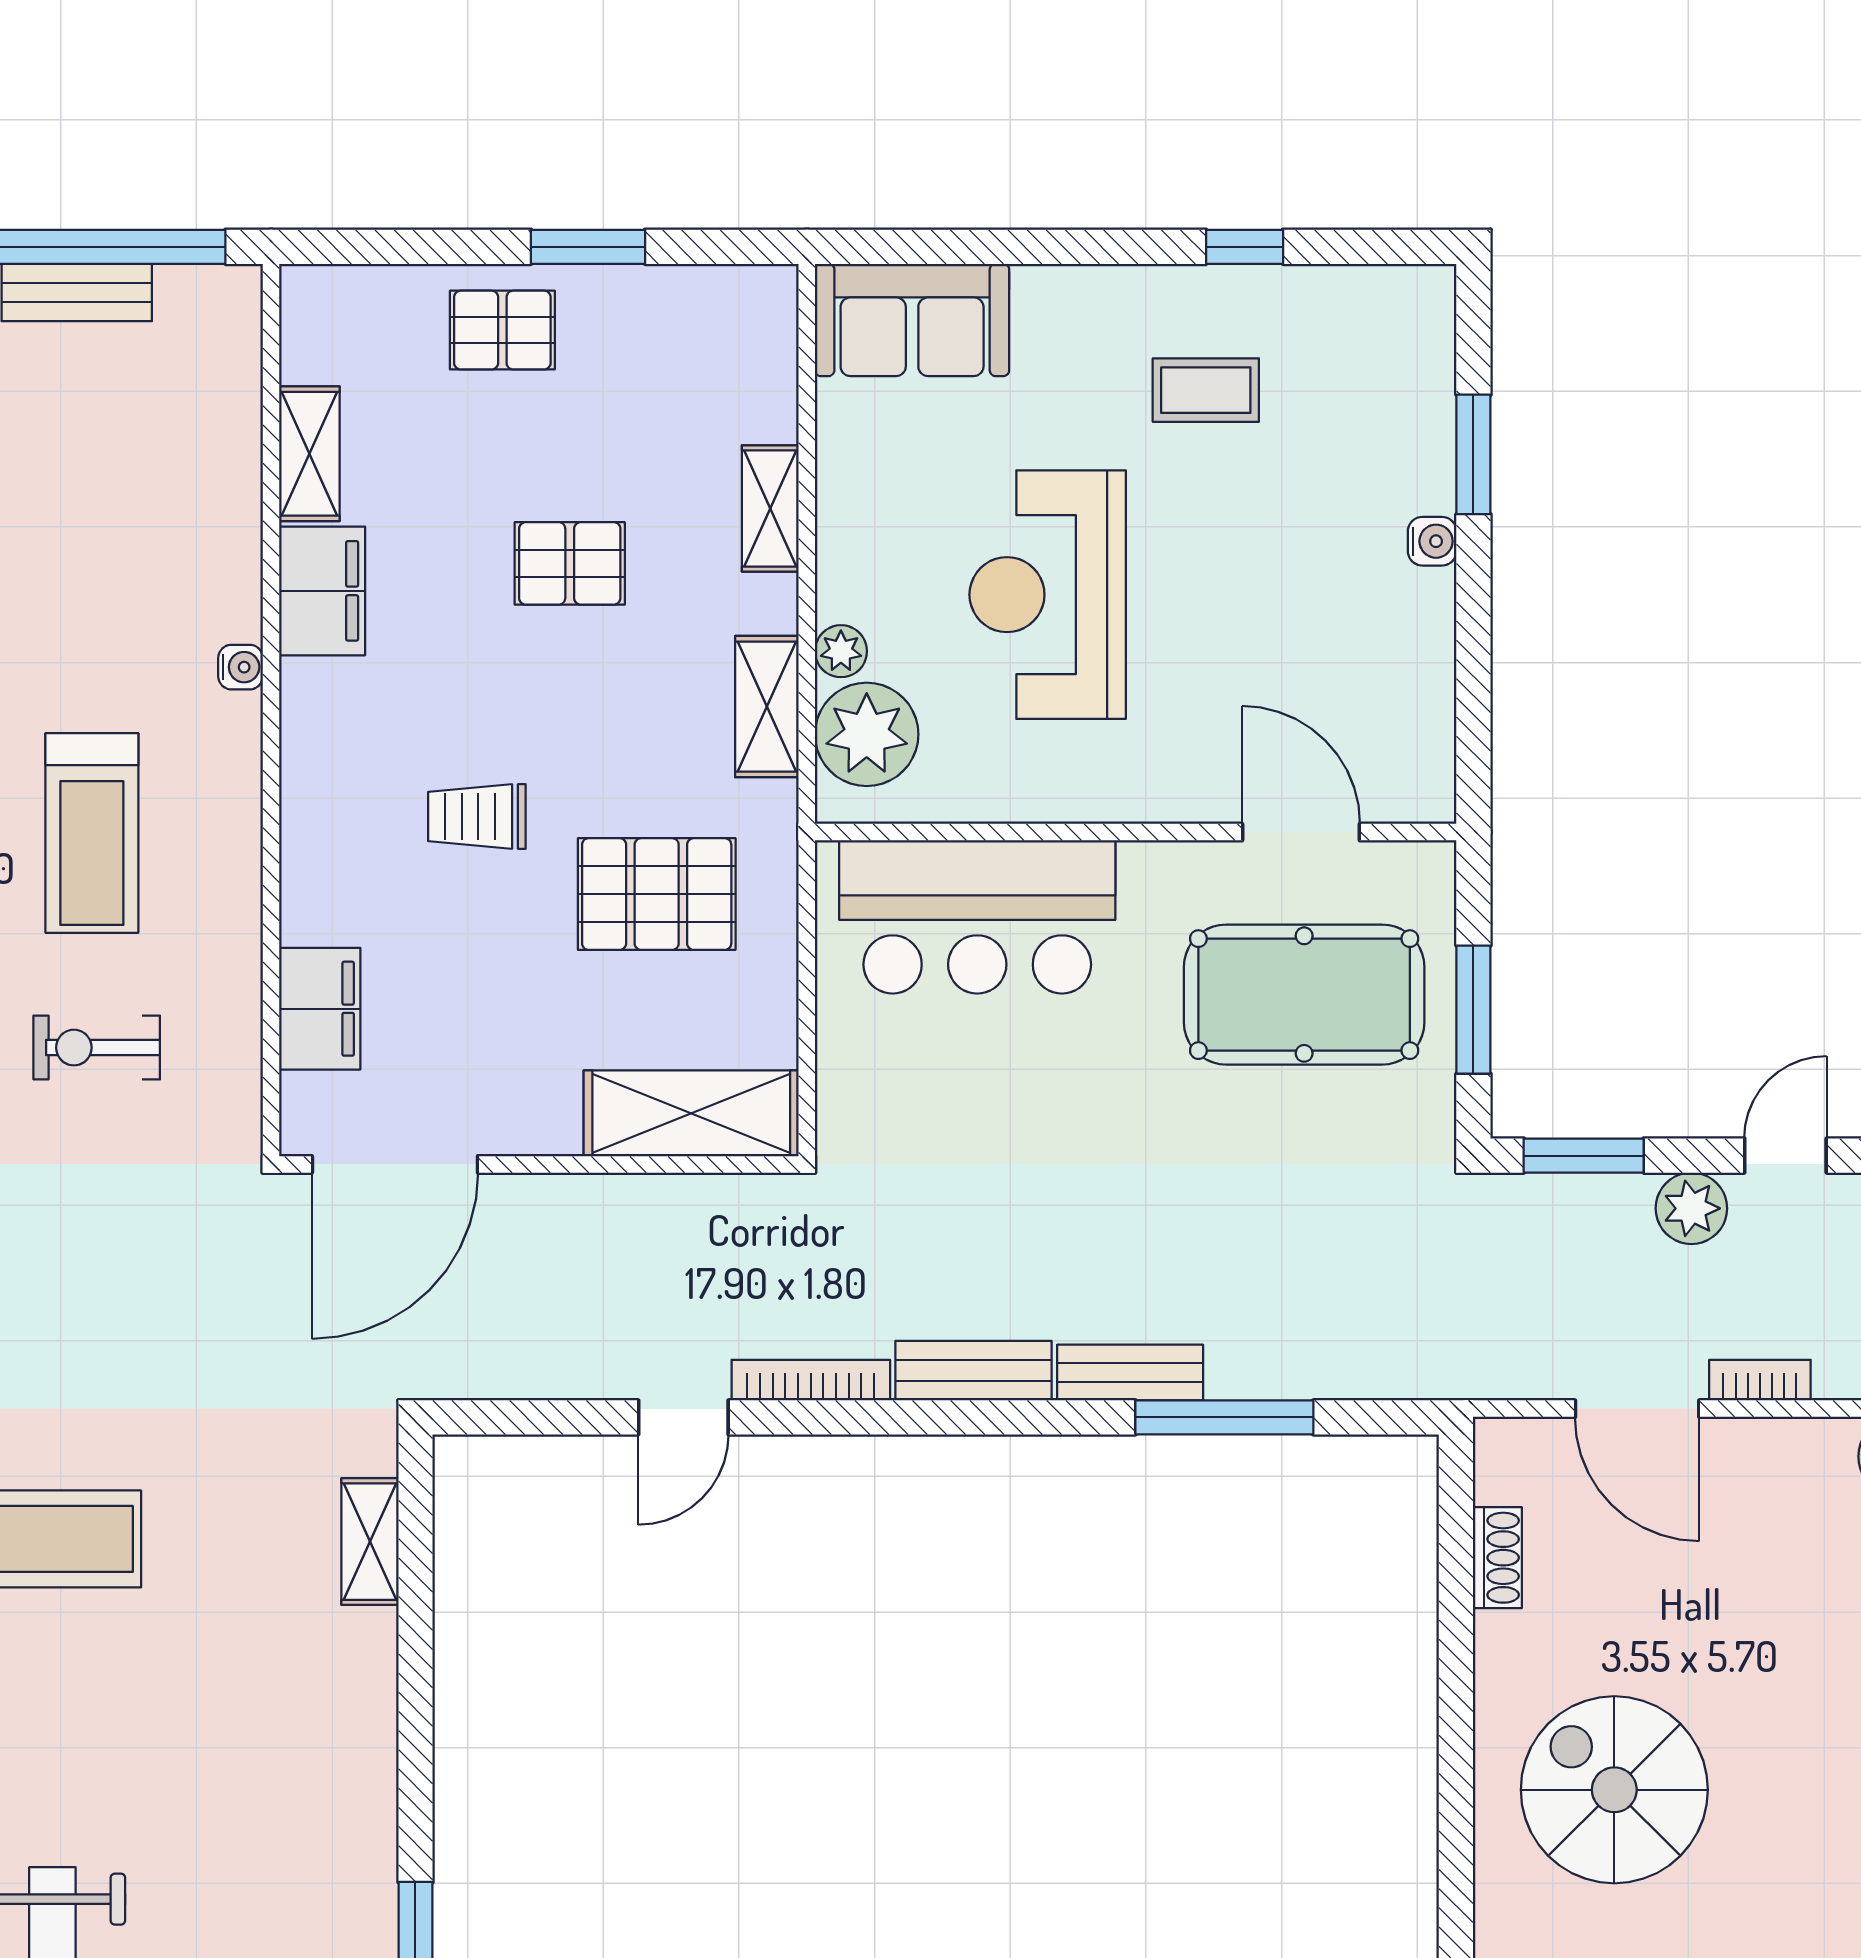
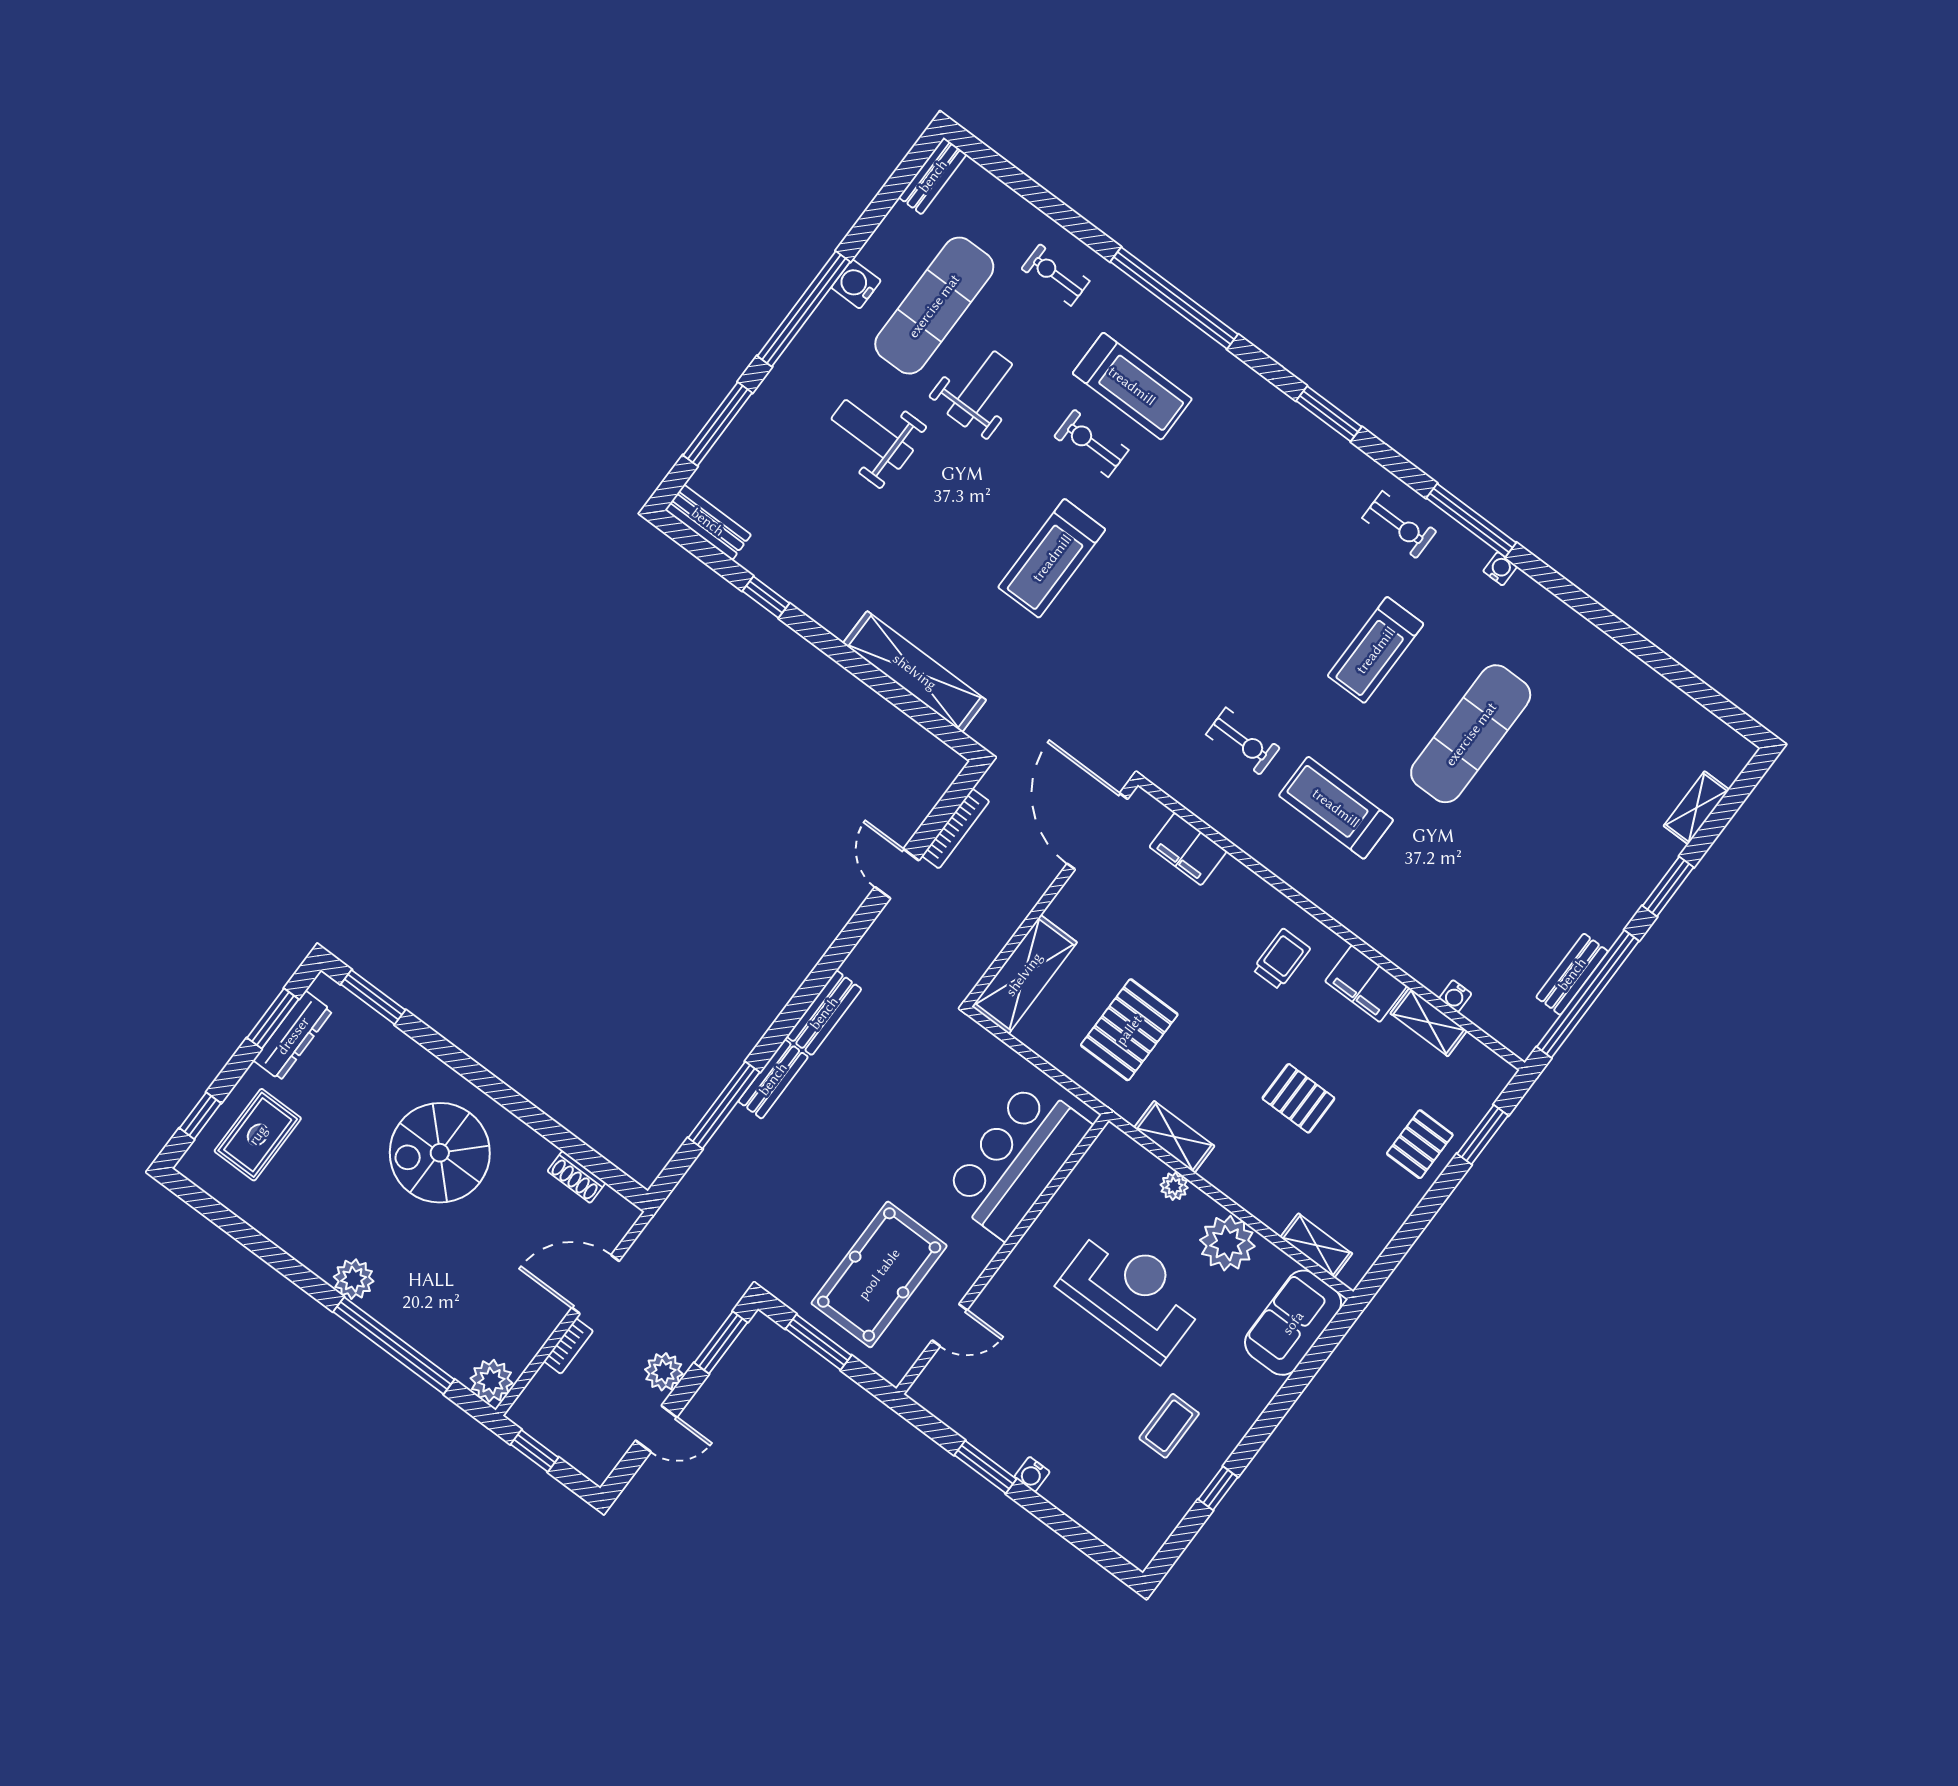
window: (588, 247) -> (1483, 1135), moved
window: (1473, 454) -> (985, 1467), moved
shelving: (770, 508) -> (1316, 1245), moved
pallet: (570, 563) -> (1298, 1098), turned 90
water cooler: (241, 667) -> (1455, 996), moved
plant: (867, 734) -> (1227, 1243), moved
trolley: (477, 816) -> (1281, 959), moved
door: (1301, 832) -> (950, 1325), width x0.73
exercise bike: (97, 1048) -> (1243, 741), turned 90
door: (1785, 1156) -> (656, 1429), hinge flipped
bookcase: (811, 1380) -> (956, 829), moved
shelving: (370, 1542) -> (915, 672), width x2.20, depth x1.33
spiral stairs: (1614, 1790) -> (440, 1153), turned 180

